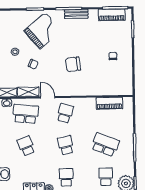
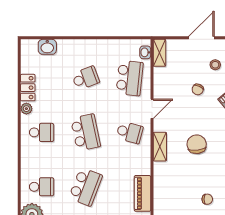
shelving: (28, 92) -> (160, 147), moved
school desk: (66, 145) -> (86, 132), width x1.85

